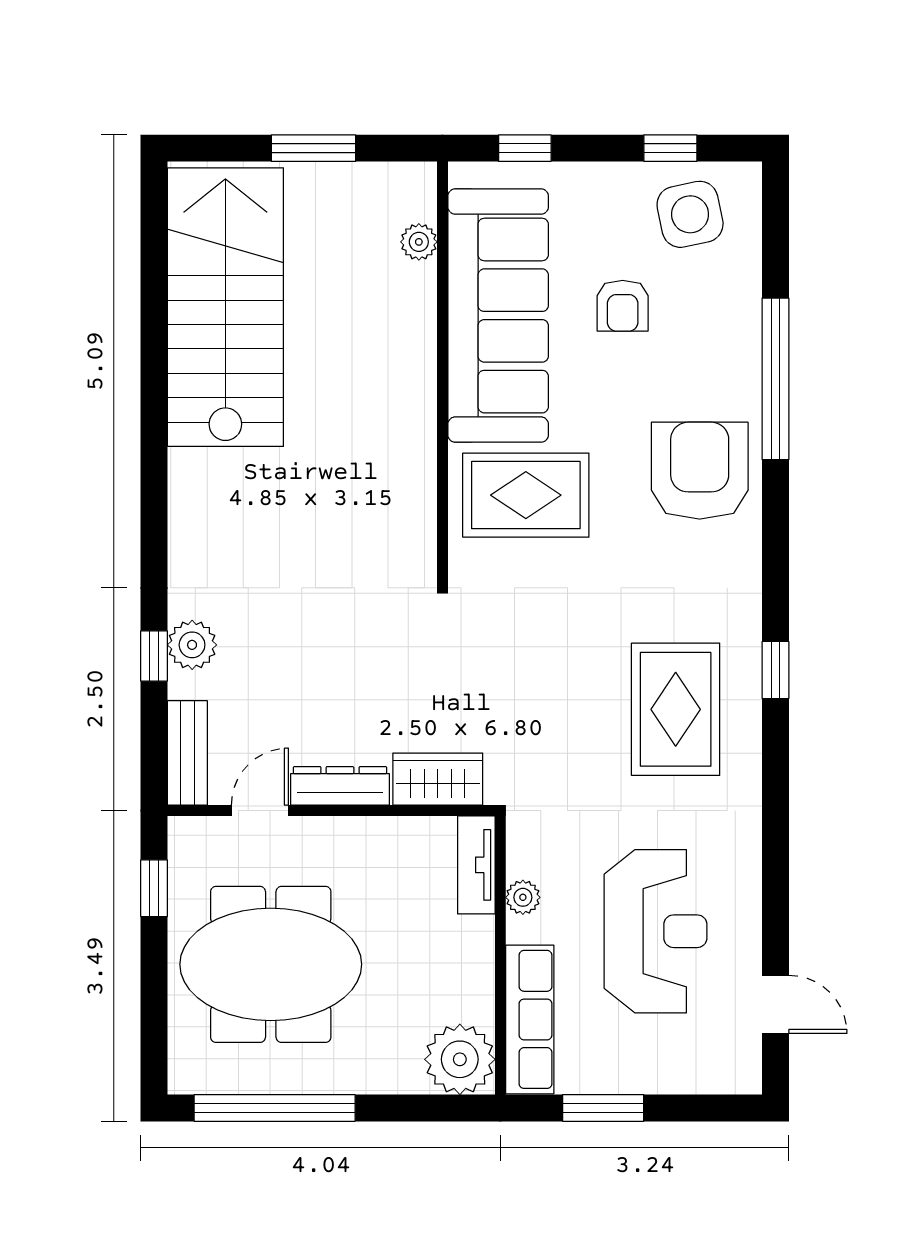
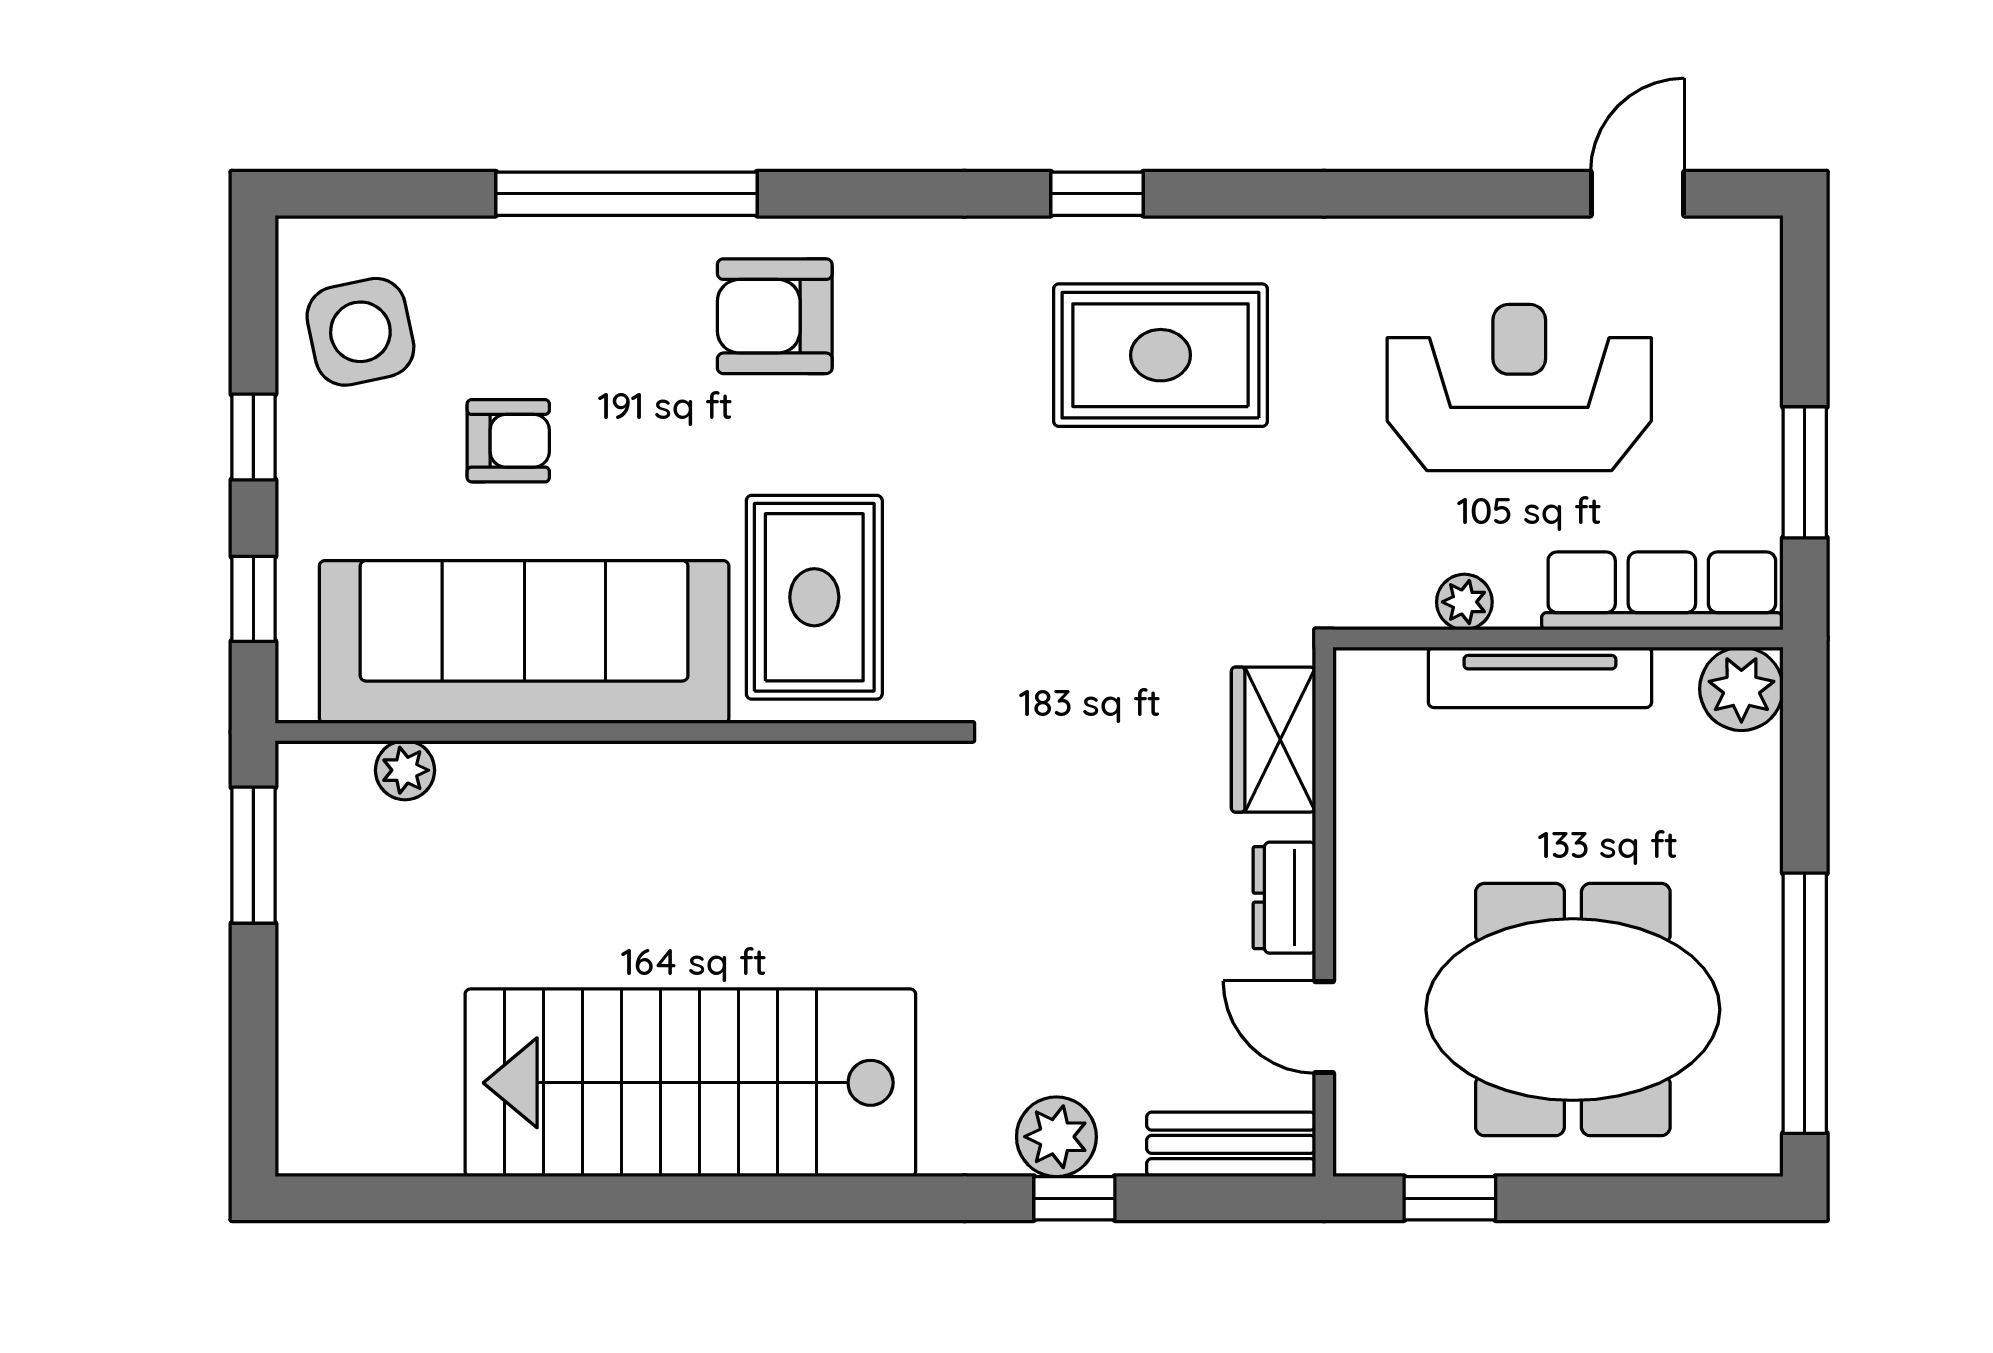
window: (314, 148) -> (253, 855), moved
window: (670, 148) -> (253, 437), moved
stairs: (225, 307) -> (690, 1083), moved
armchair: (700, 471) -> (775, 316), width x0.73, depth x0.73
dresser: (340, 786) -> (1284, 898), width x0.70
tv unit: (476, 865) -> (1540, 677), moved, width x1.41
meeting table: (271, 964) -> (1573, 1010), turned 90
plant: (460, 1059) -> (1741, 689), width x0.73, depth x0.73

